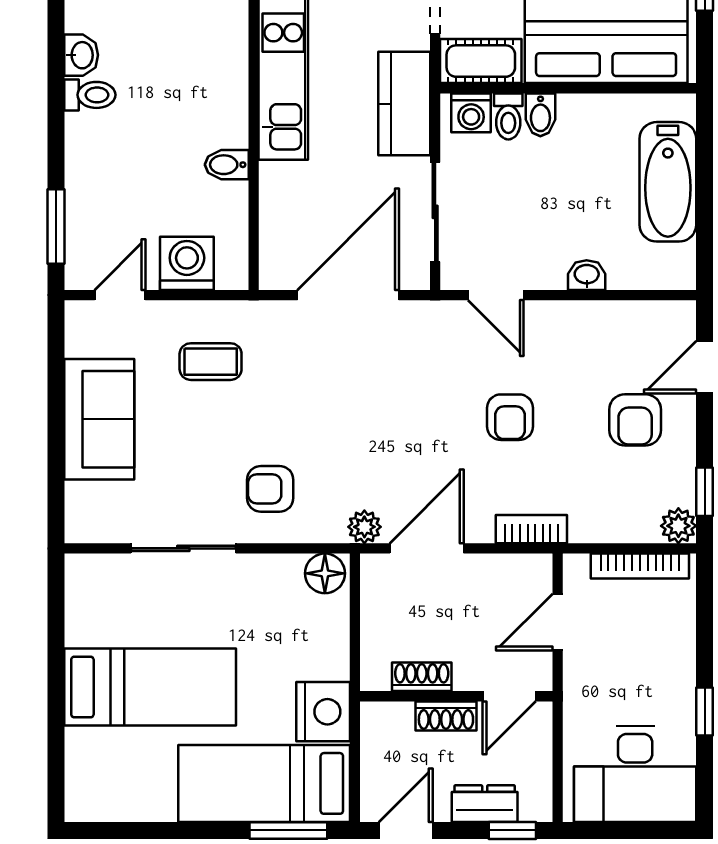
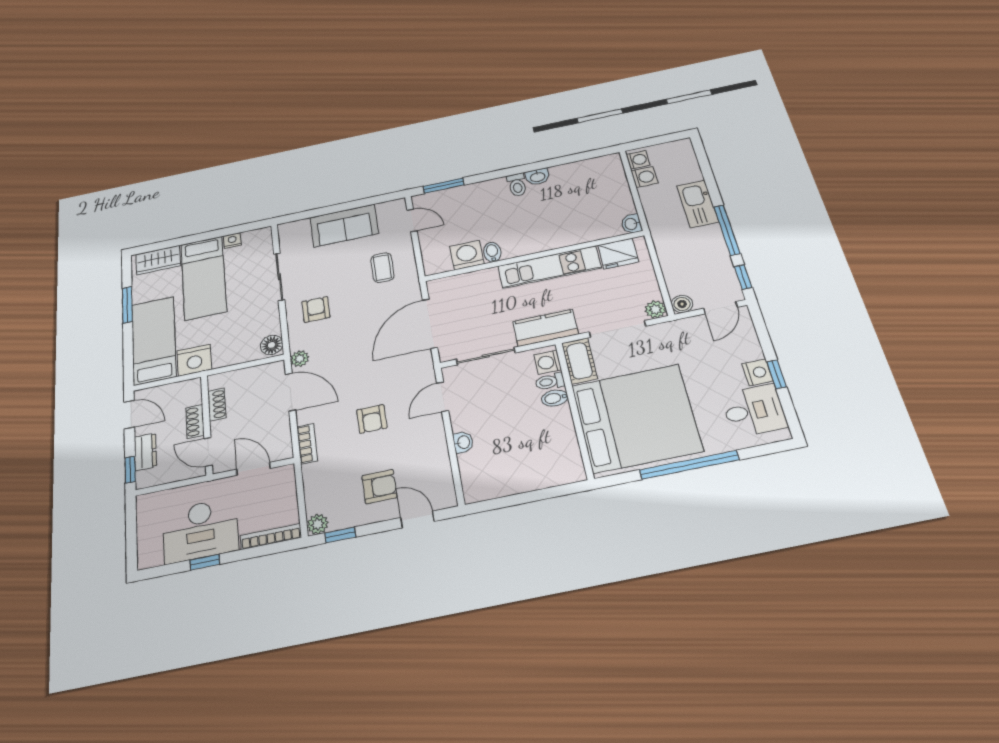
bathtub: (668, 182) -> (529, 475), removed
washing machine: (187, 263) -> (467, 255), moved, turned -90
door: (348, 295) -> (430, 324), swing flipped
armchair: (510, 417) -> (372, 419), turned -90
armchair: (635, 420) -> (379, 487), turned 180
bookcase: (640, 566) -> (271, 537), moved, turned 90
nightstand: (79, 629) -> (232, 241), added
wardrobe: (89, 771) -> (158, 260), added
desk: (635, 774) -> (200, 530), moved, turned -90
window: (288, 830) -> (127, 305), moved

